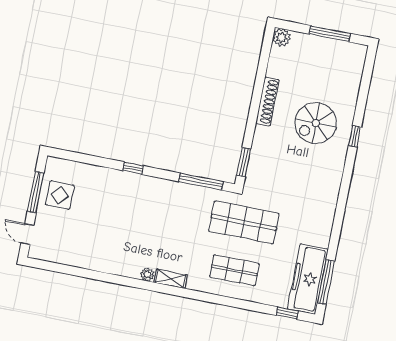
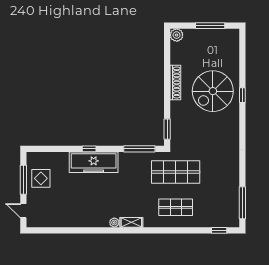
spiral stairs: (316, 123) -> (213, 91), width x1.37, depth x1.37
freezer: (308, 279) -> (94, 162), moved, turned -90

